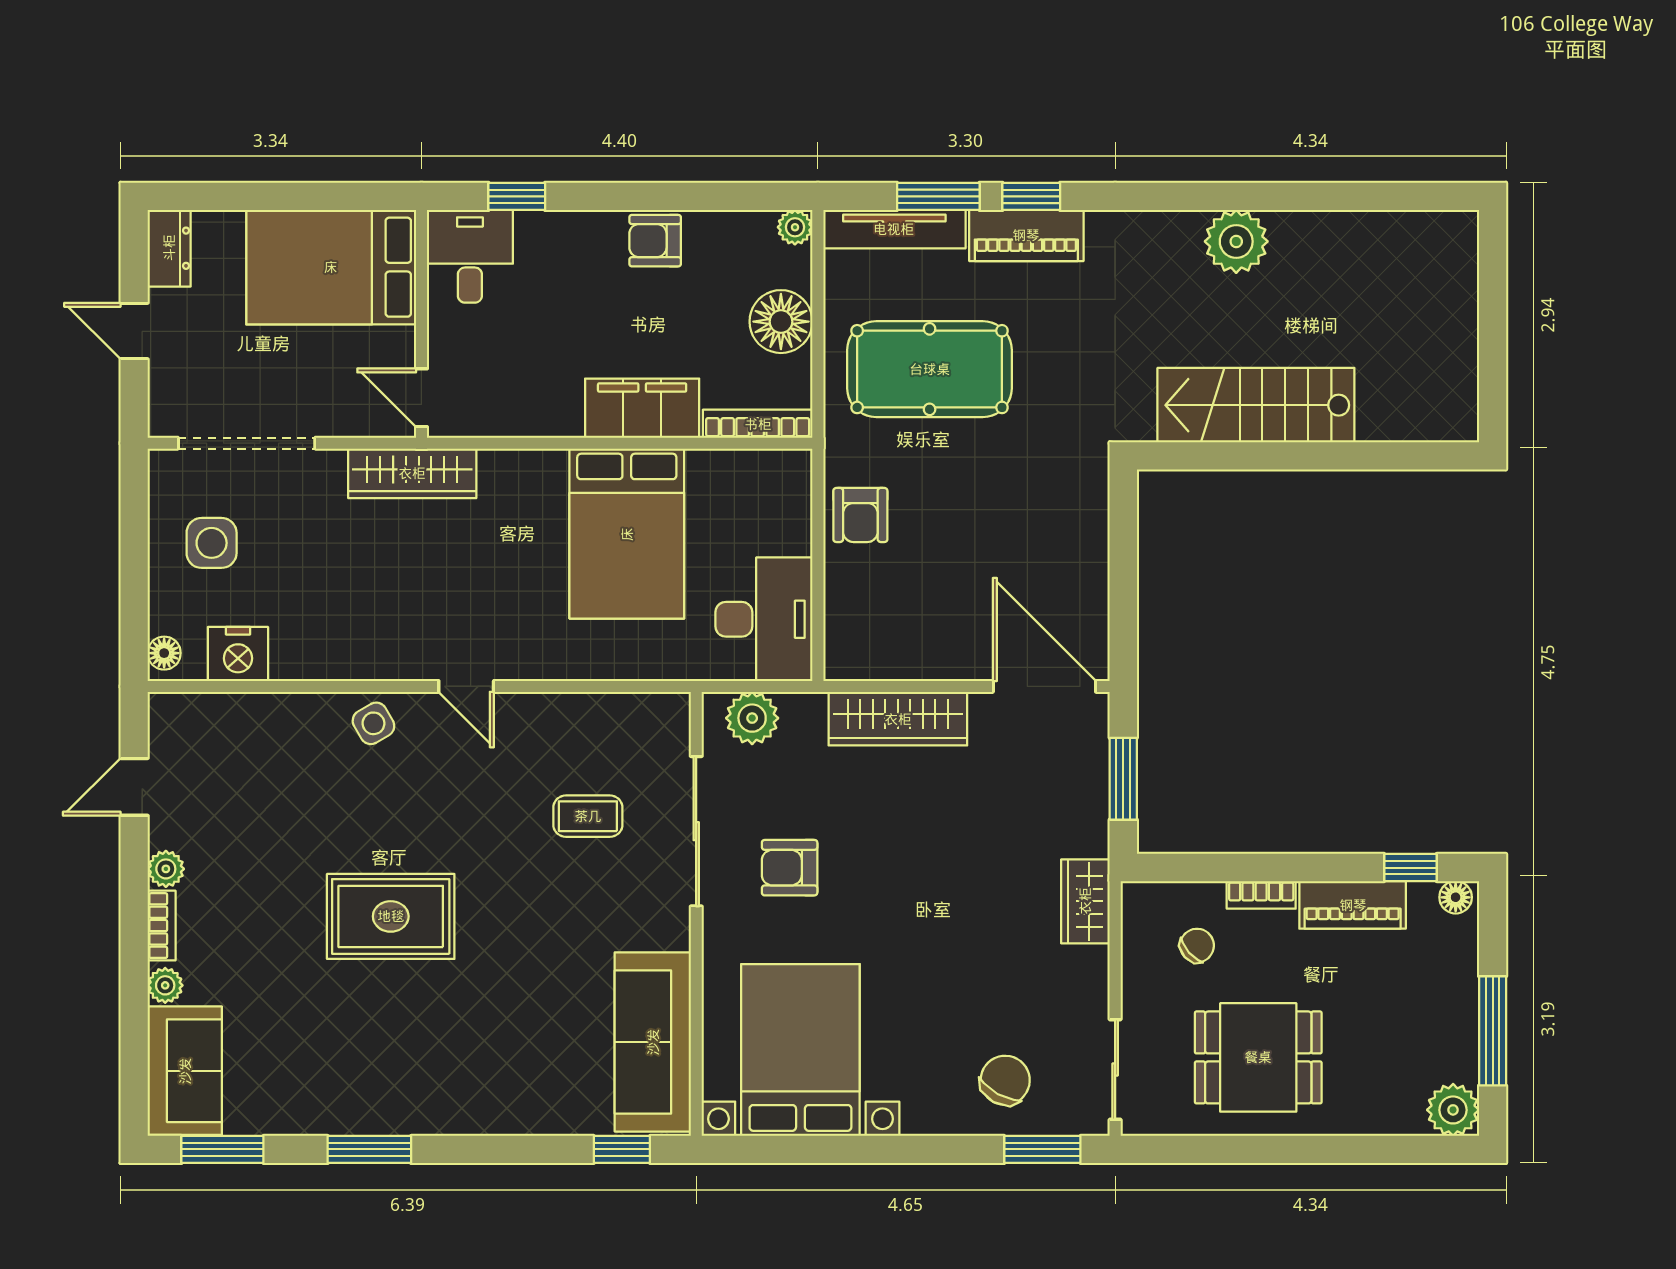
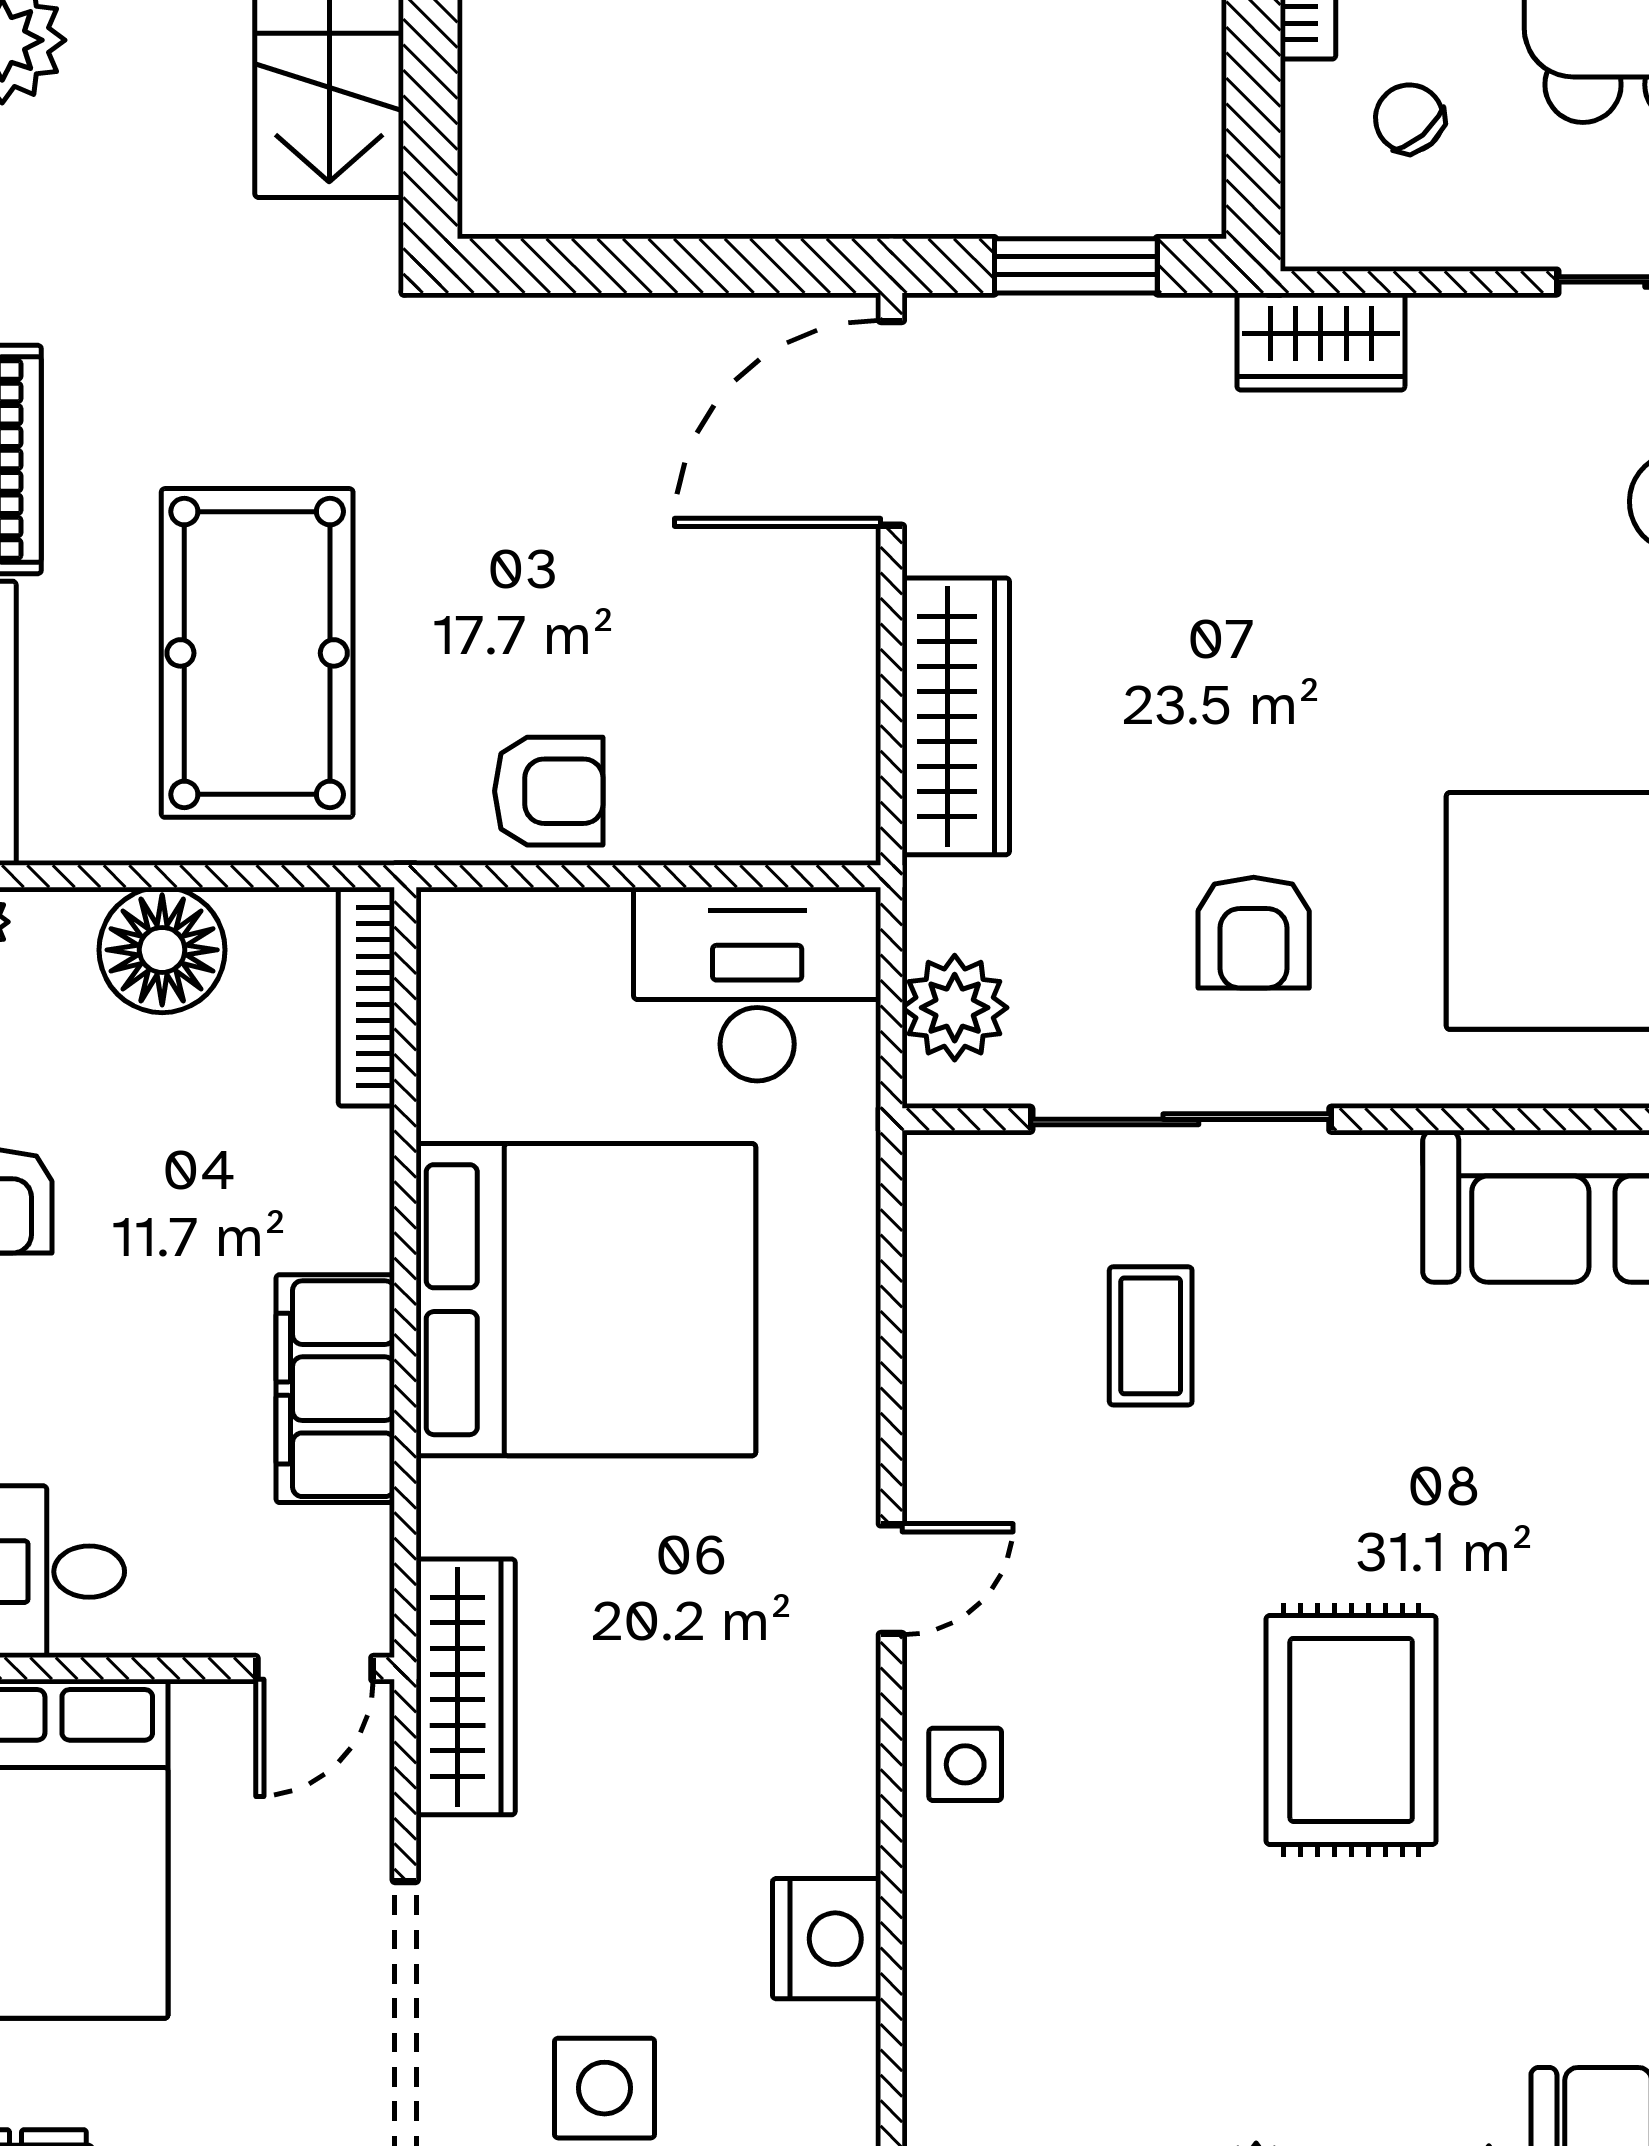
filing cabinet: (642, 408) -> (335, 1389), moved
bed: (627, 534) -> (586, 1300), width x1.36
nightstand: (238, 654) -> (827, 1939), moved
side table: (373, 723) -> (965, 1764), turned 30

